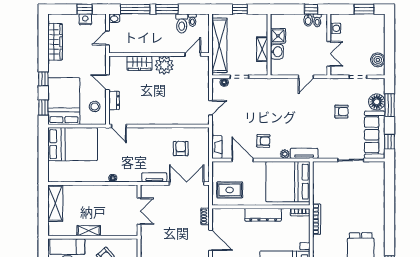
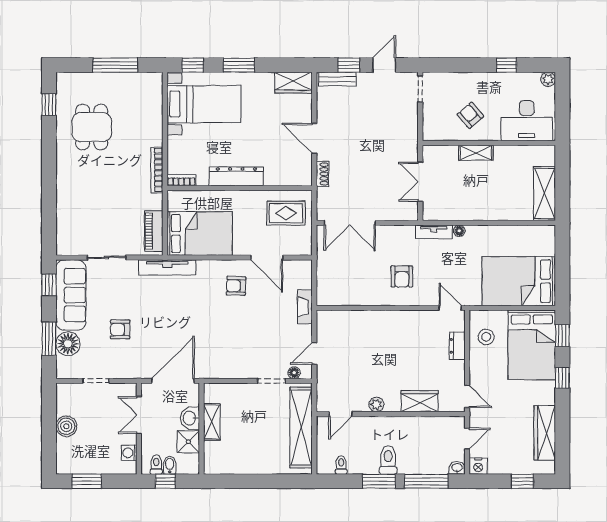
window: (84, 9) -> (522, 481), moved
window: (240, 9) -> (271, 481), removed
nightstand: (85, 19) -> (478, 466), moved
toilet: (182, 23) -> (388, 460), moved
shower: (278, 36) -> (188, 442), moved
wall: (269, 45) -> (201, 429), moved
shelving: (262, 49) -> (212, 422), moved
washbasin: (277, 52) -> (190, 418), moved
boiler: (378, 60) -> (66, 426), moved
plant: (164, 65) -> (376, 404), width x0.53, depth x0.53
door: (306, 77) -> (173, 381), width x1.88
door: (107, 82) -> (467, 396), moved
door: (211, 108) -> (314, 353), moved
fireplace: (217, 147) -> (305, 307), moved
armchair: (181, 149) -> (402, 276), moved
tv unit: (304, 153) -> (167, 267), width x1.41
plant: (285, 154) -> (204, 267), removed
tv unit: (154, 177) -> (434, 232), moved
piano: (319, 178) -> (154, 231), added
bed: (288, 182) -> (200, 233), width x0.73
shelving: (89, 231) -> (476, 153), moved

